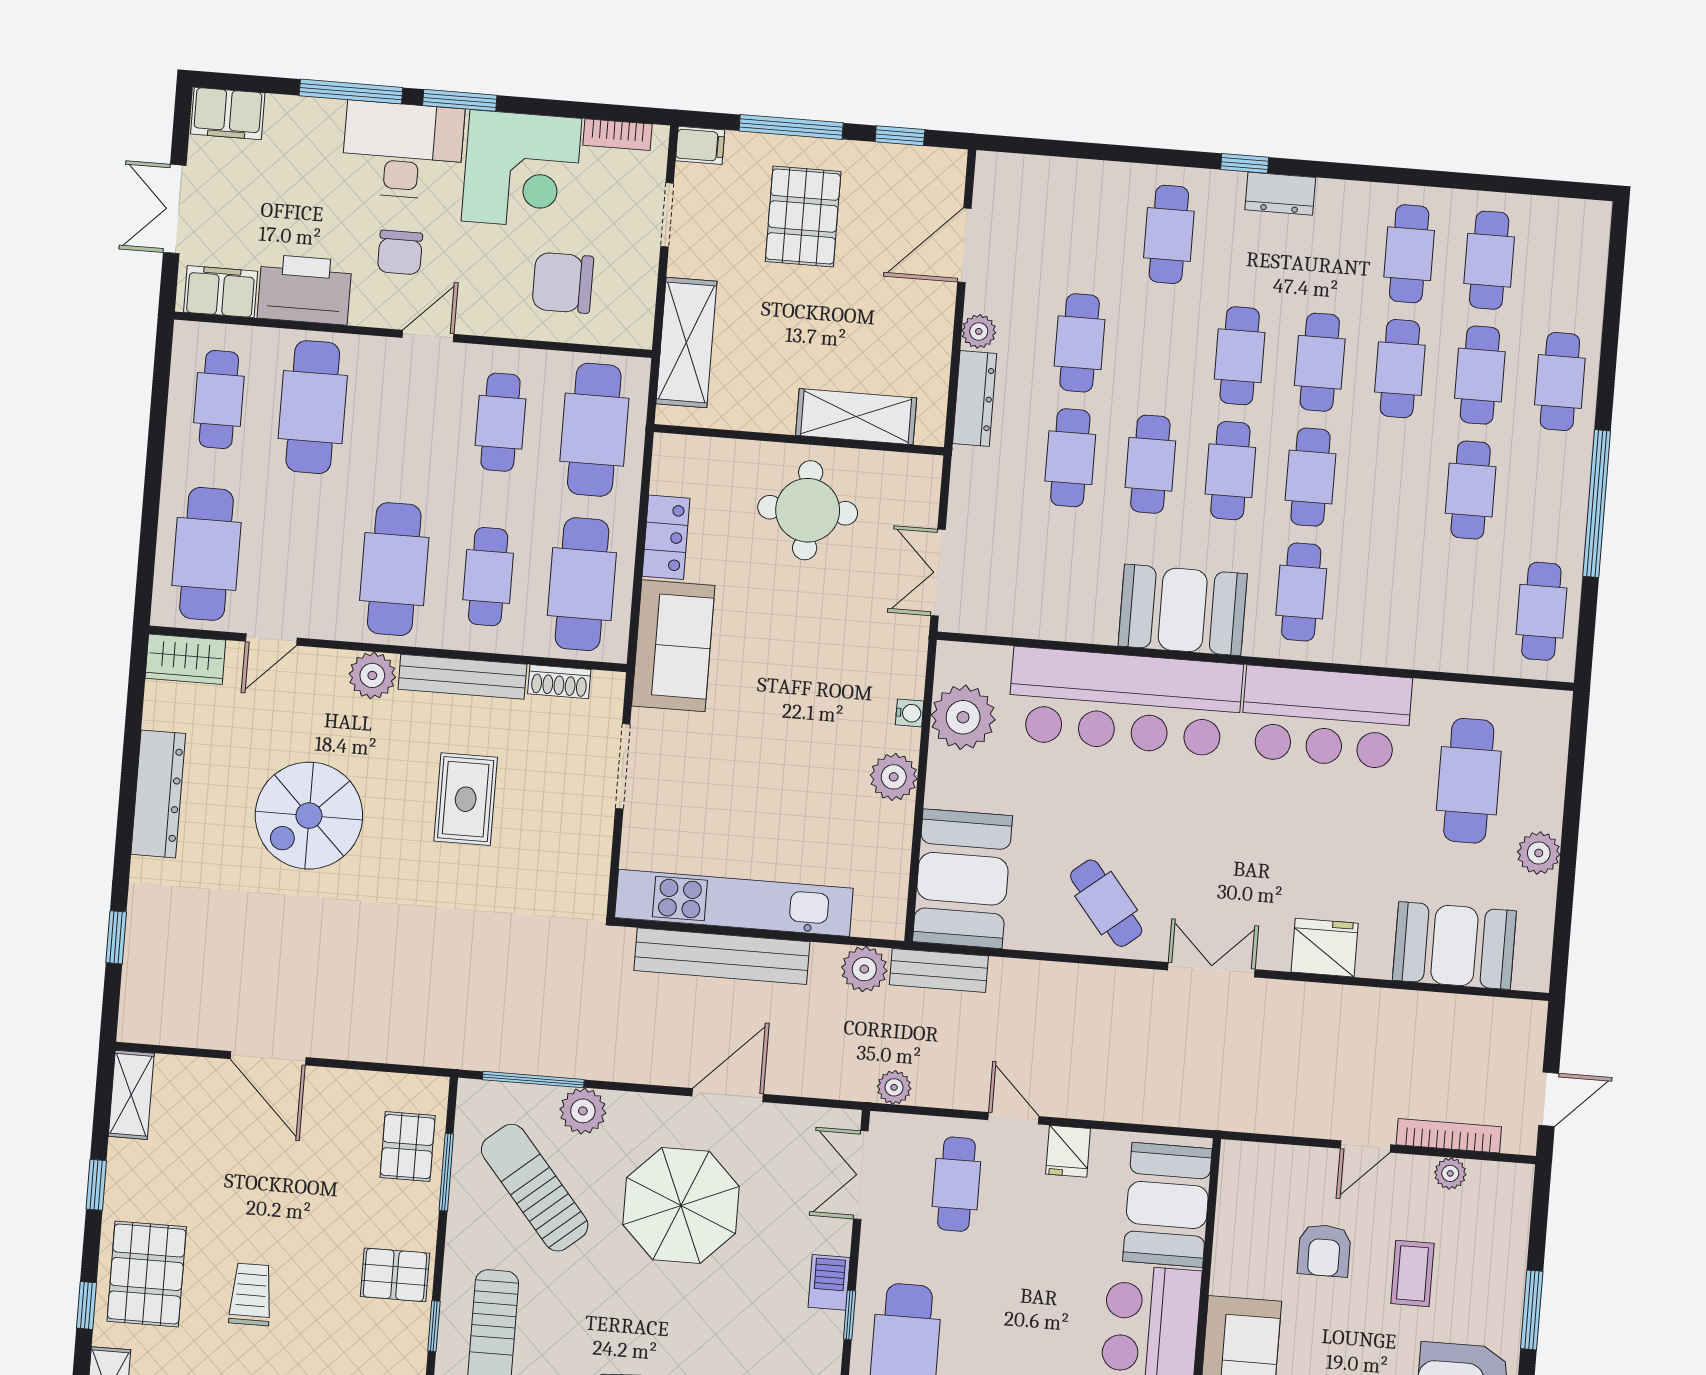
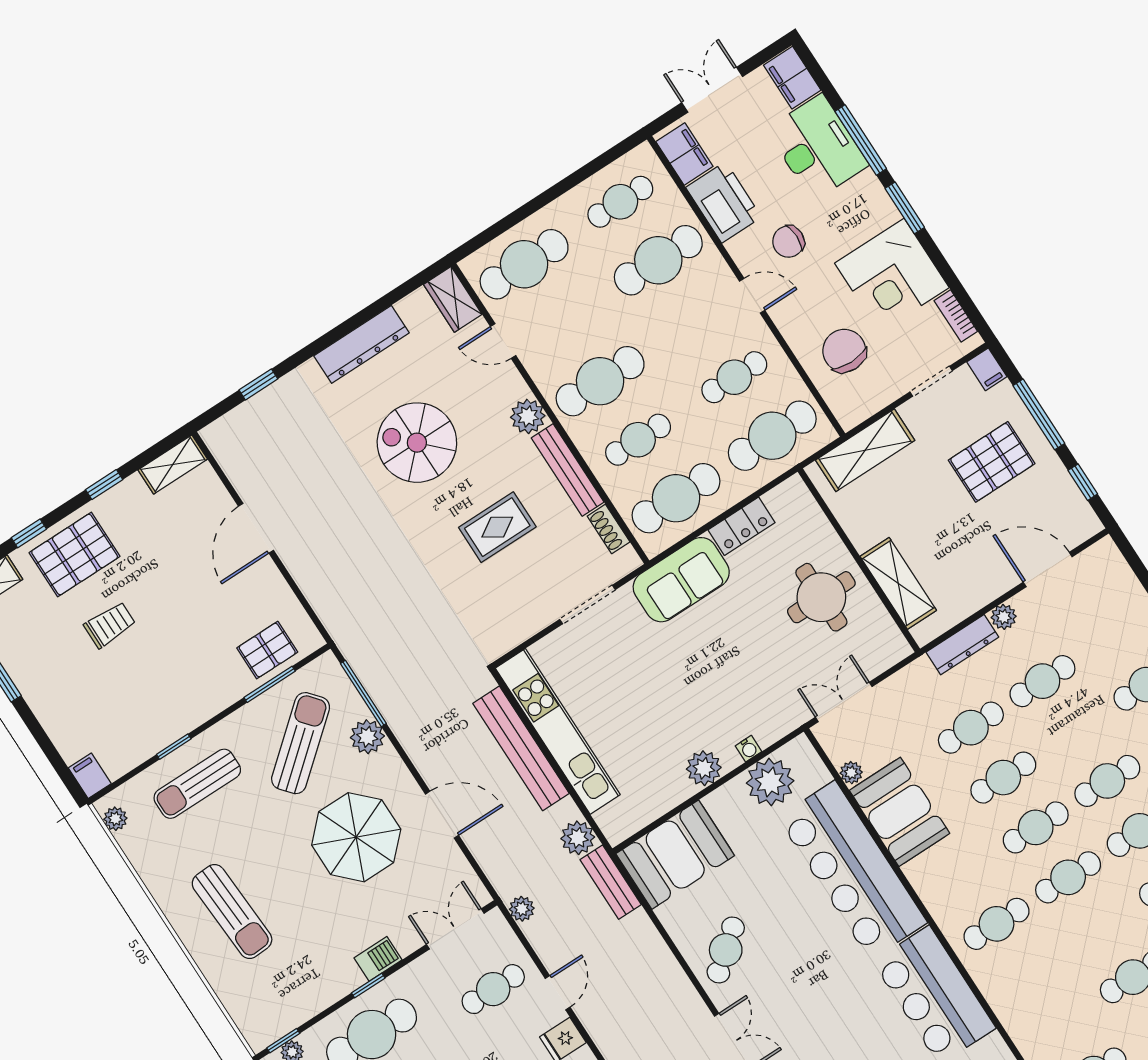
desk: (403, 150) -> (817, 147), moved
booth: (1183, 610) -> (900, 812), moved
plant: (1020, 623) -> (851, 773), added
pallet: (395, 1275) -> (186, 701), removed

